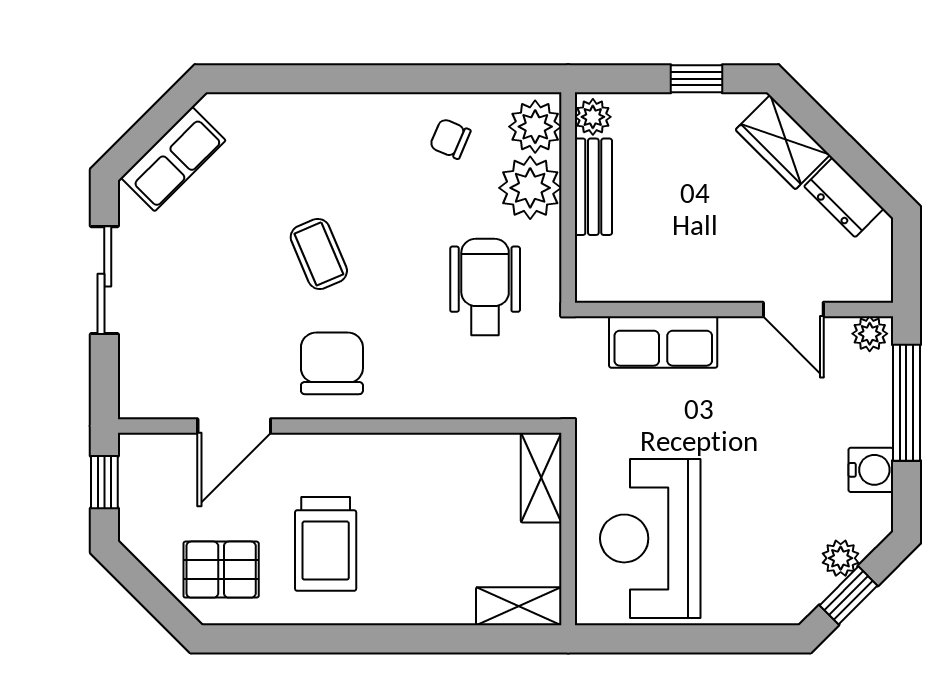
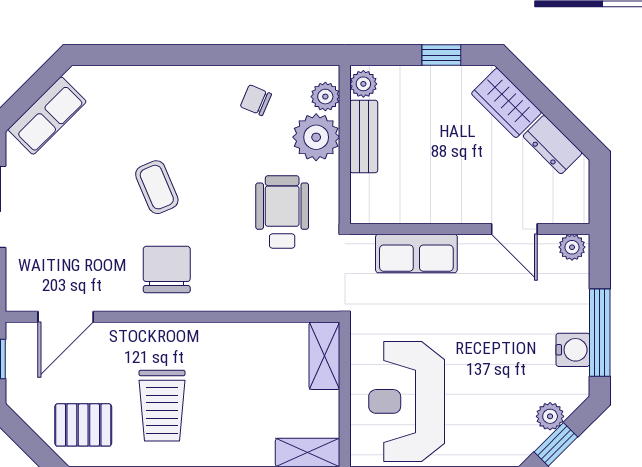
plant: (535, 127) -> (325, 97), width x0.73, depth x0.73
window: (906, 403) -> (600, 333), moved
door: (234, 426) -> (66, 317), moved

